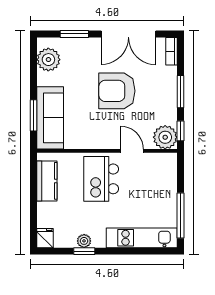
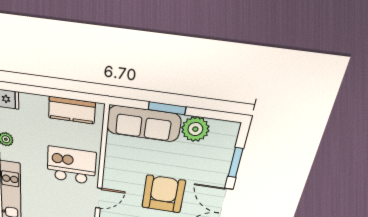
plant: (48, 60) -> (195, 129), moved
window: (33, 115) -> (167, 108), moved

